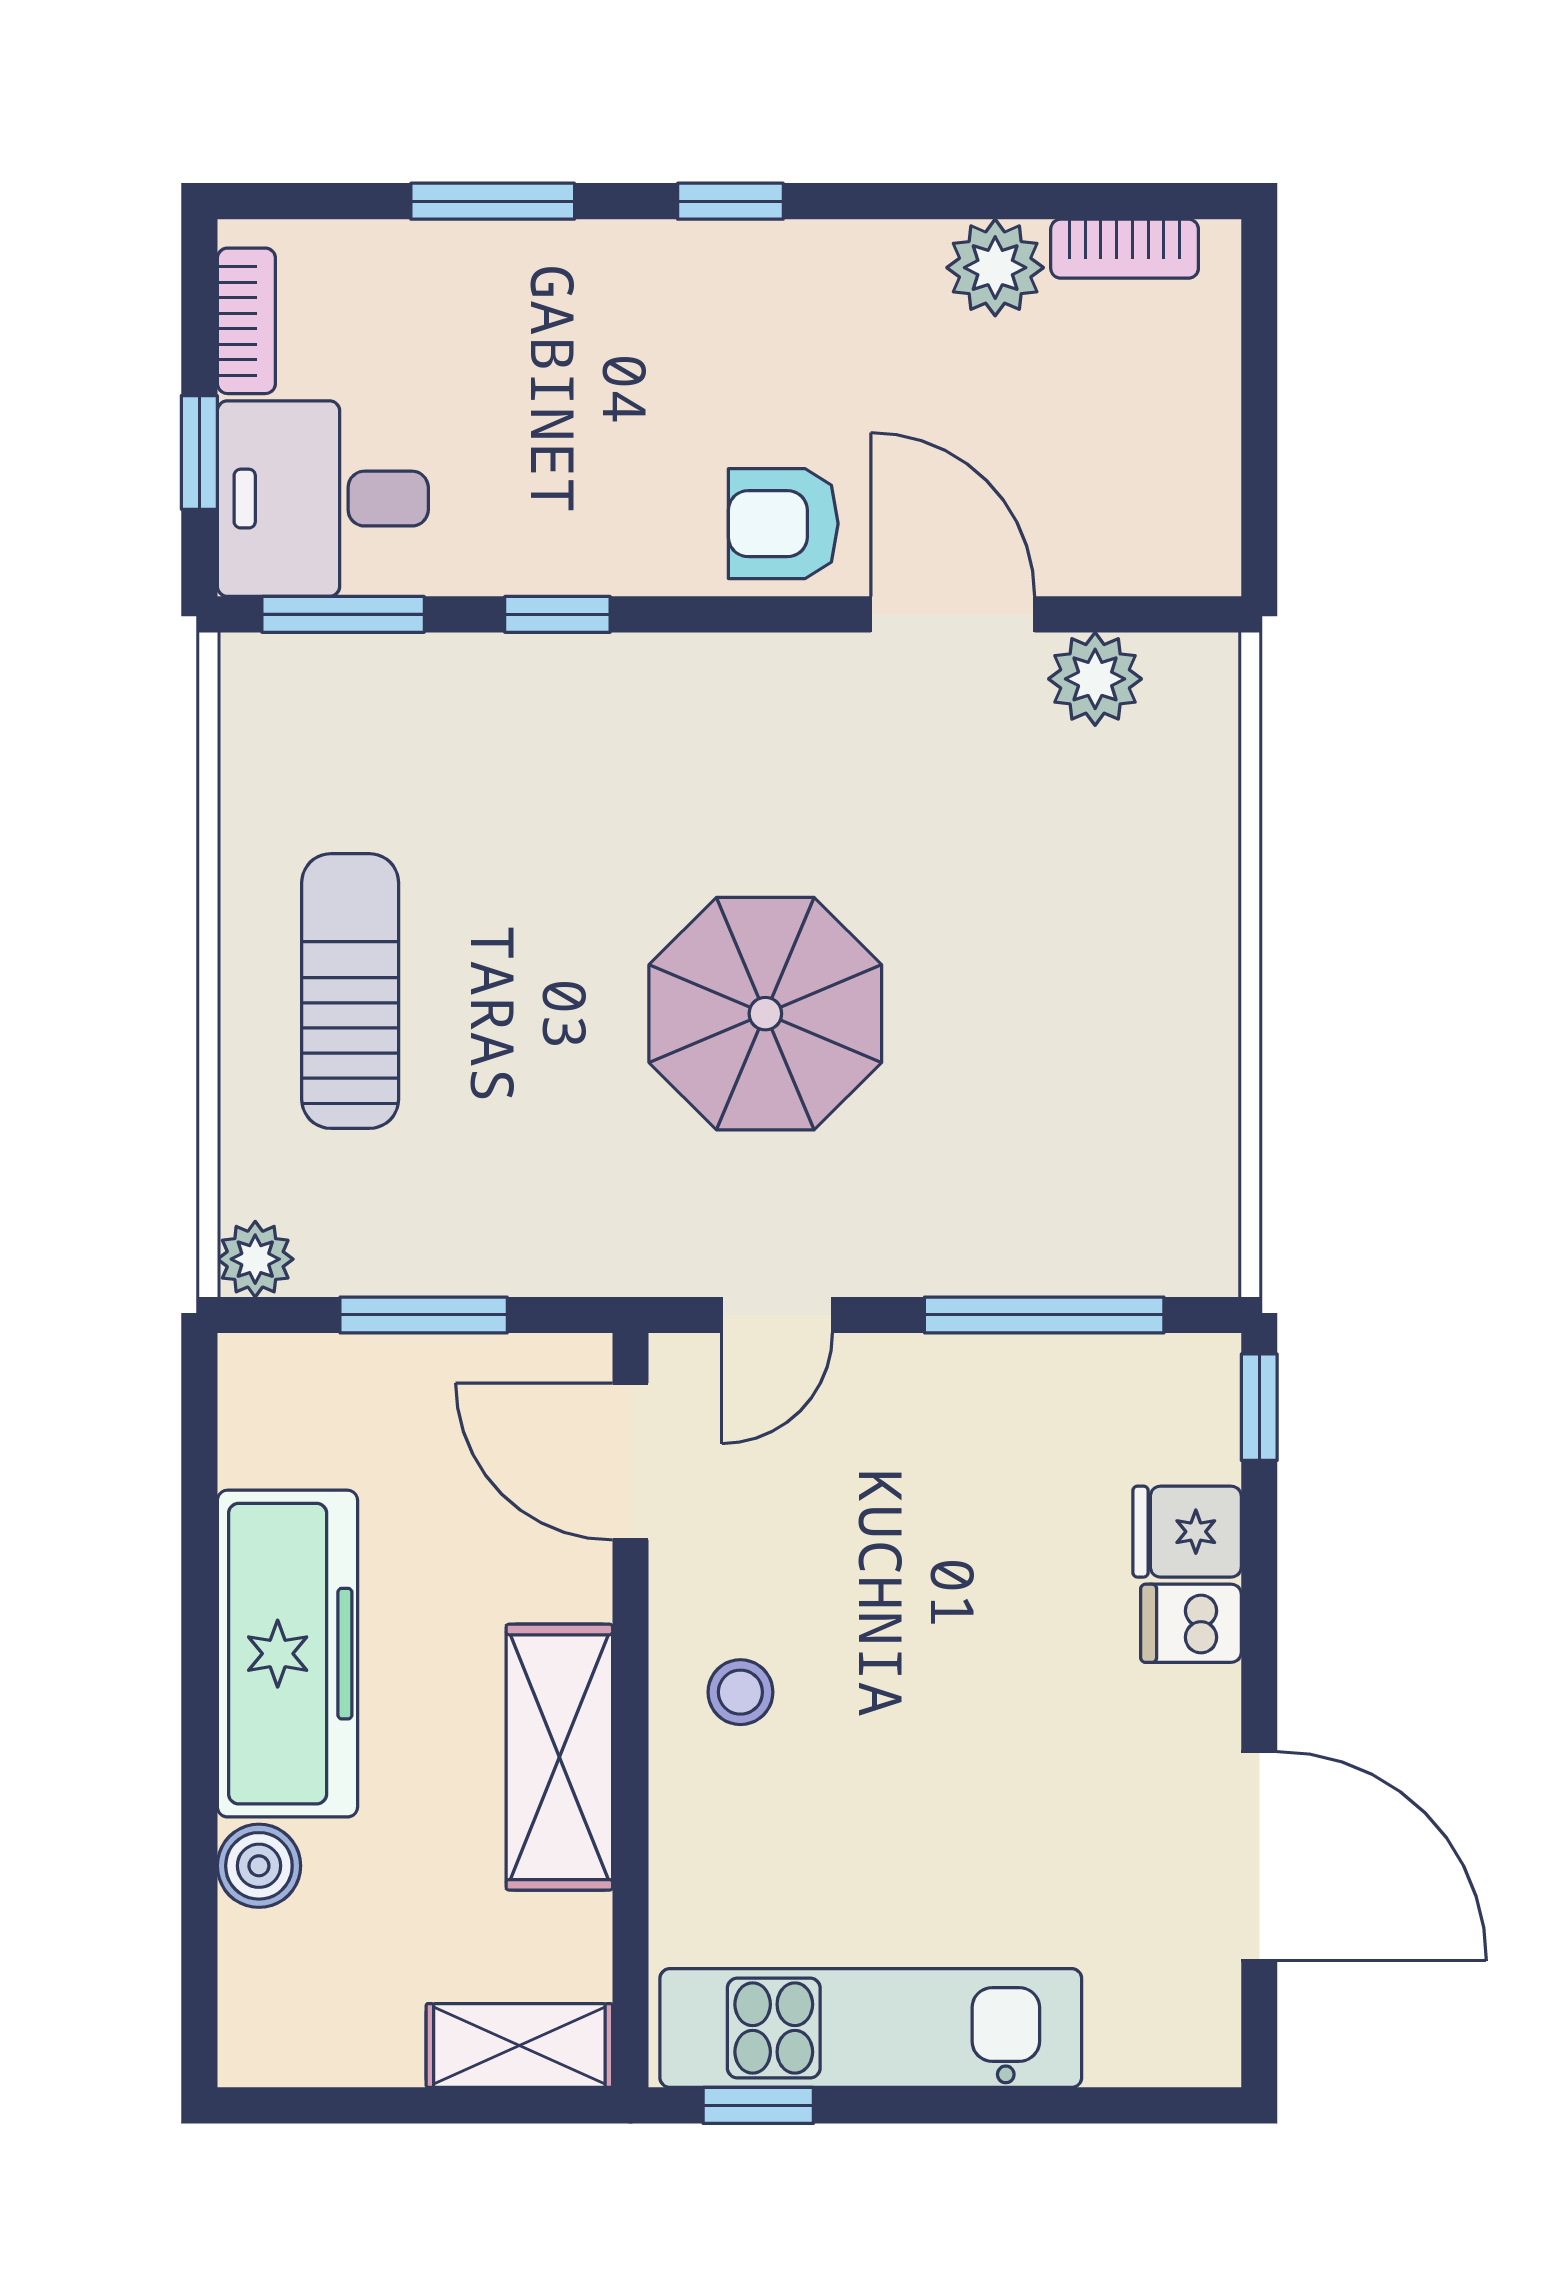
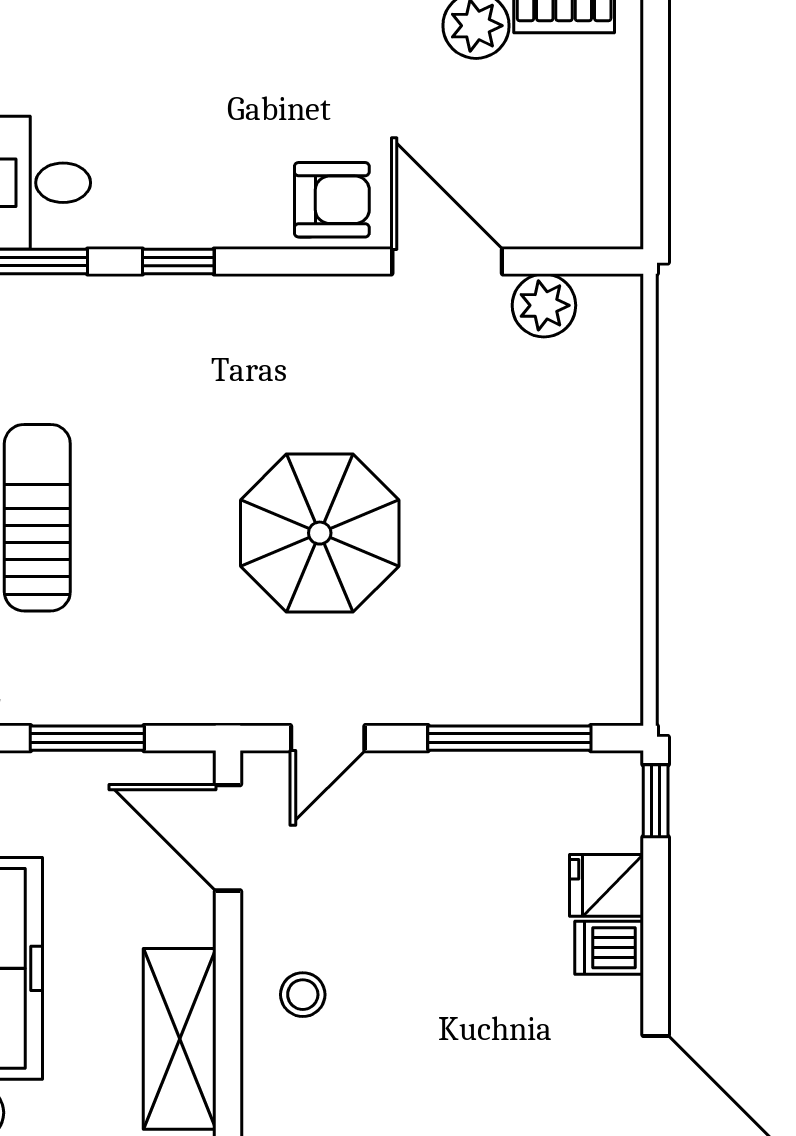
armchair: (783, 524) -> (332, 200), turned 180

